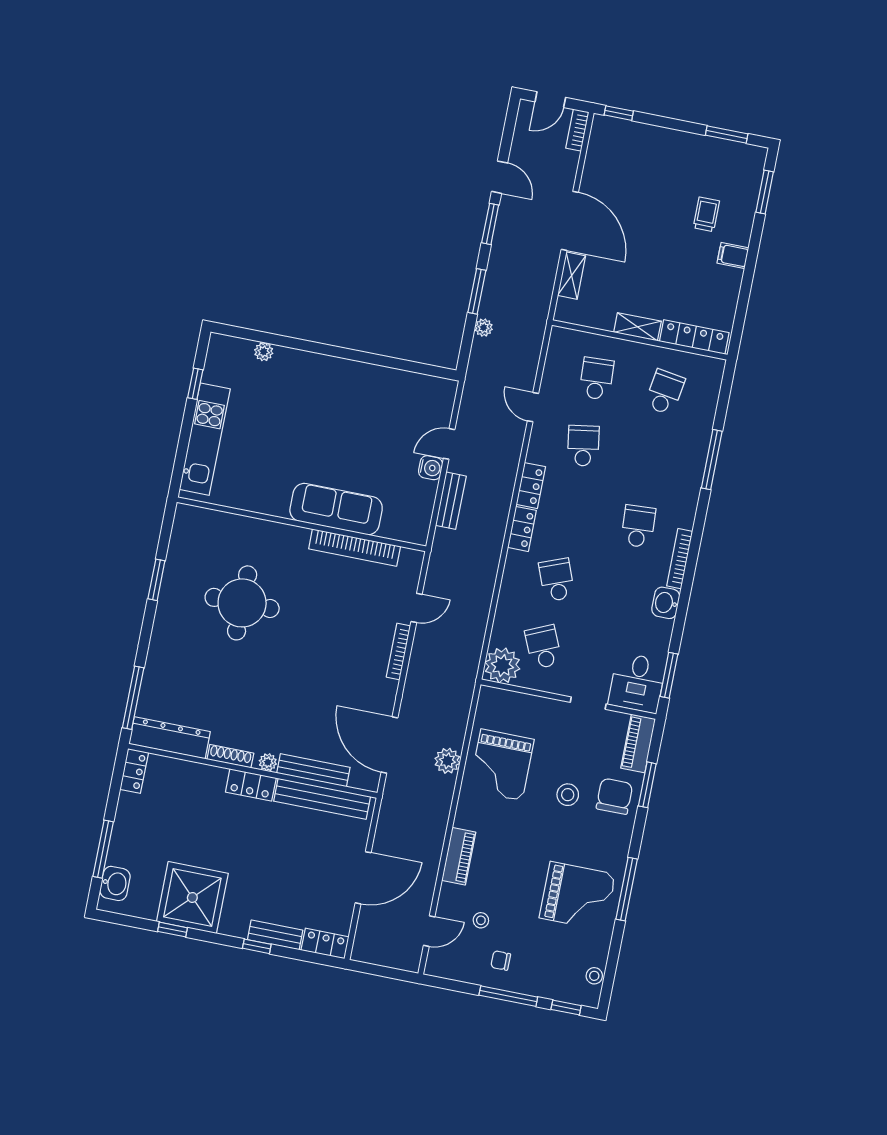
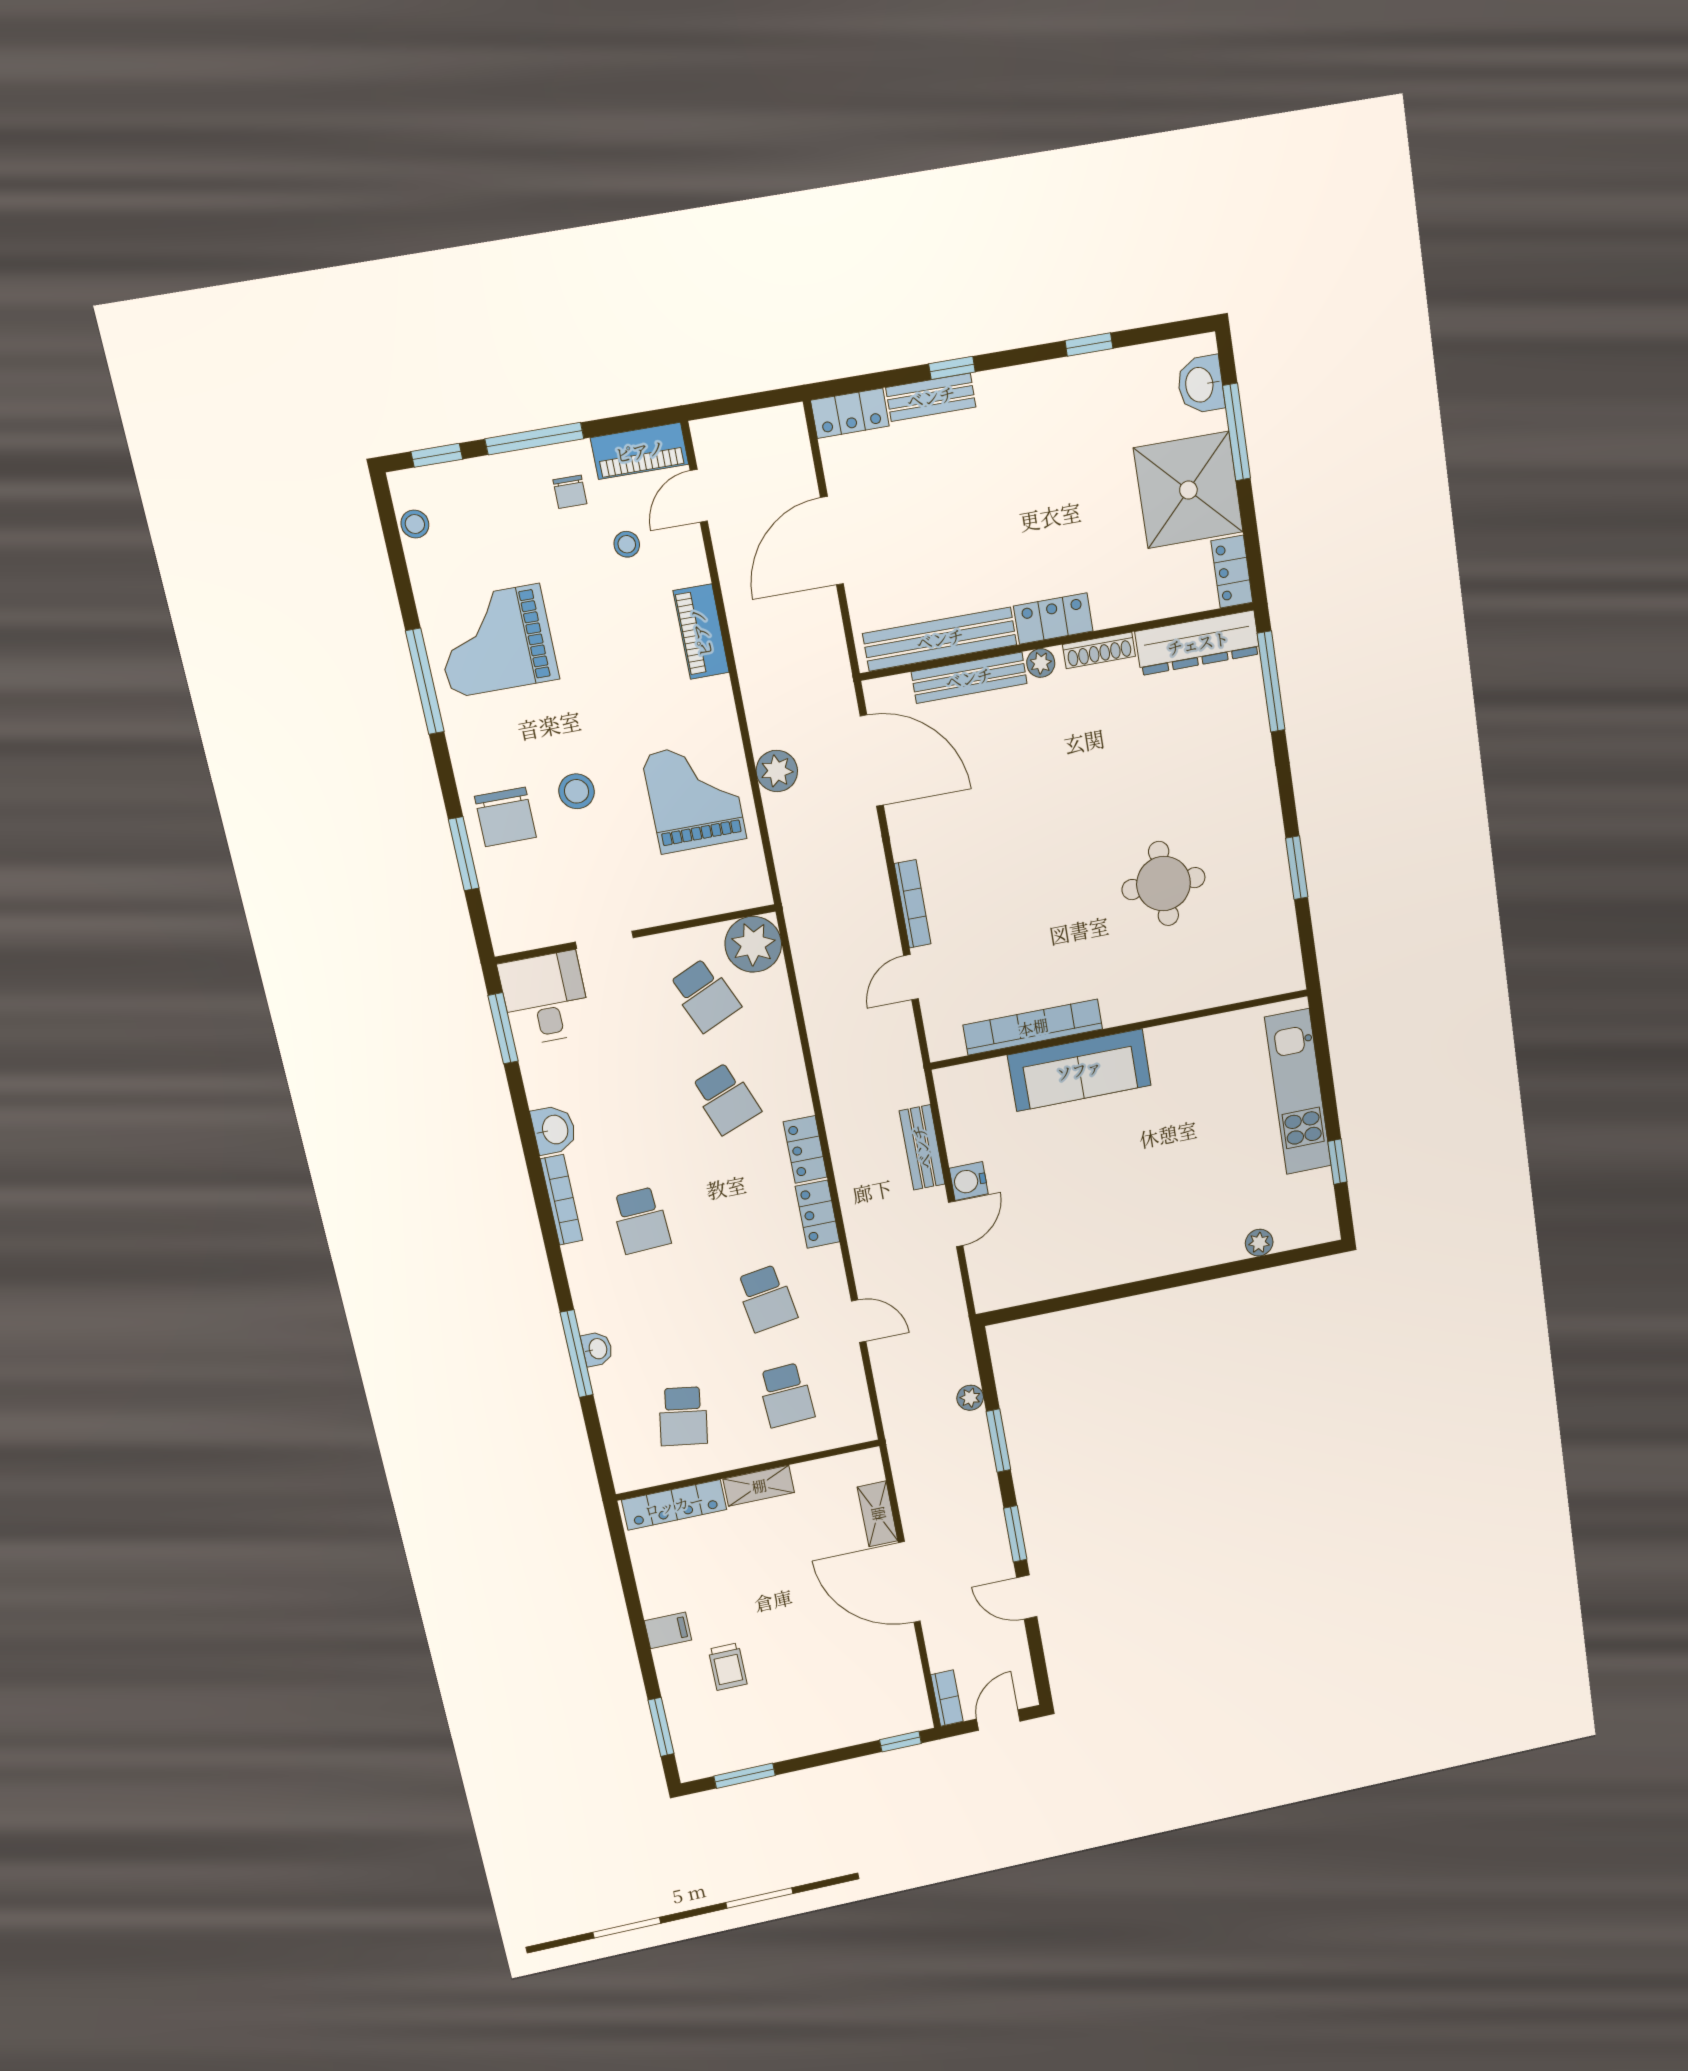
washbasin: (698, 457) -> (597, 1349), added
round table: (242, 603) -> (1164, 884), width x0.73, depth x0.73
piano: (638, 744) -> (640, 451), moved, turned 90
shower: (192, 897) -> (1188, 490), moved
chair: (501, 960) -> (570, 492), turned 90

